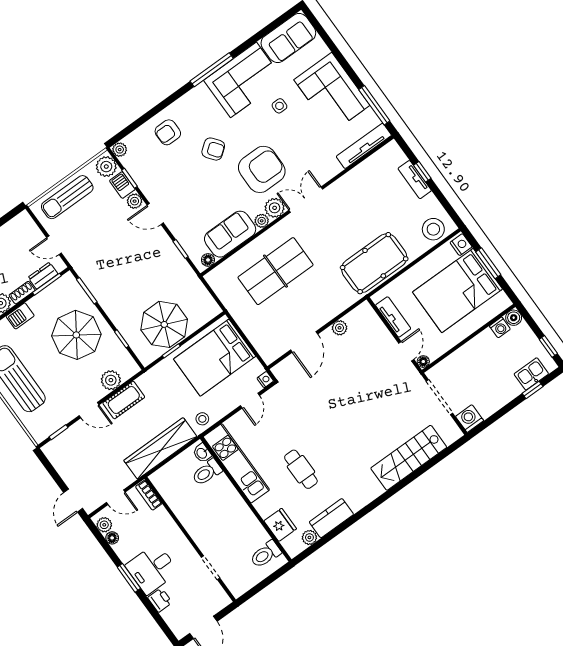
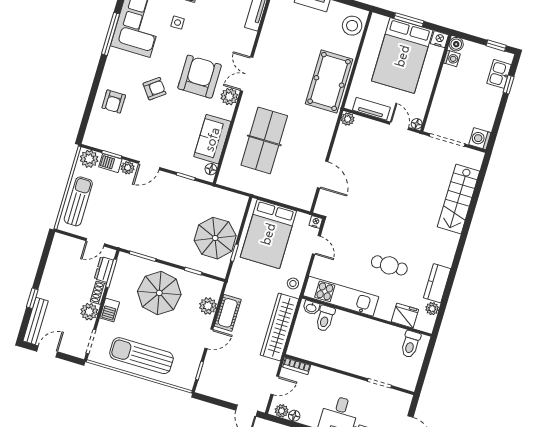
plant: (120, 150) -> (89, 140), removed
sun lounger: (67, 197) -> (78, 201), turned 180
plant: (262, 221) -> (227, 113), removed
nightstand: (461, 245) -> (439, 39), moved
plant: (340, 328) -> (348, 119), moved

